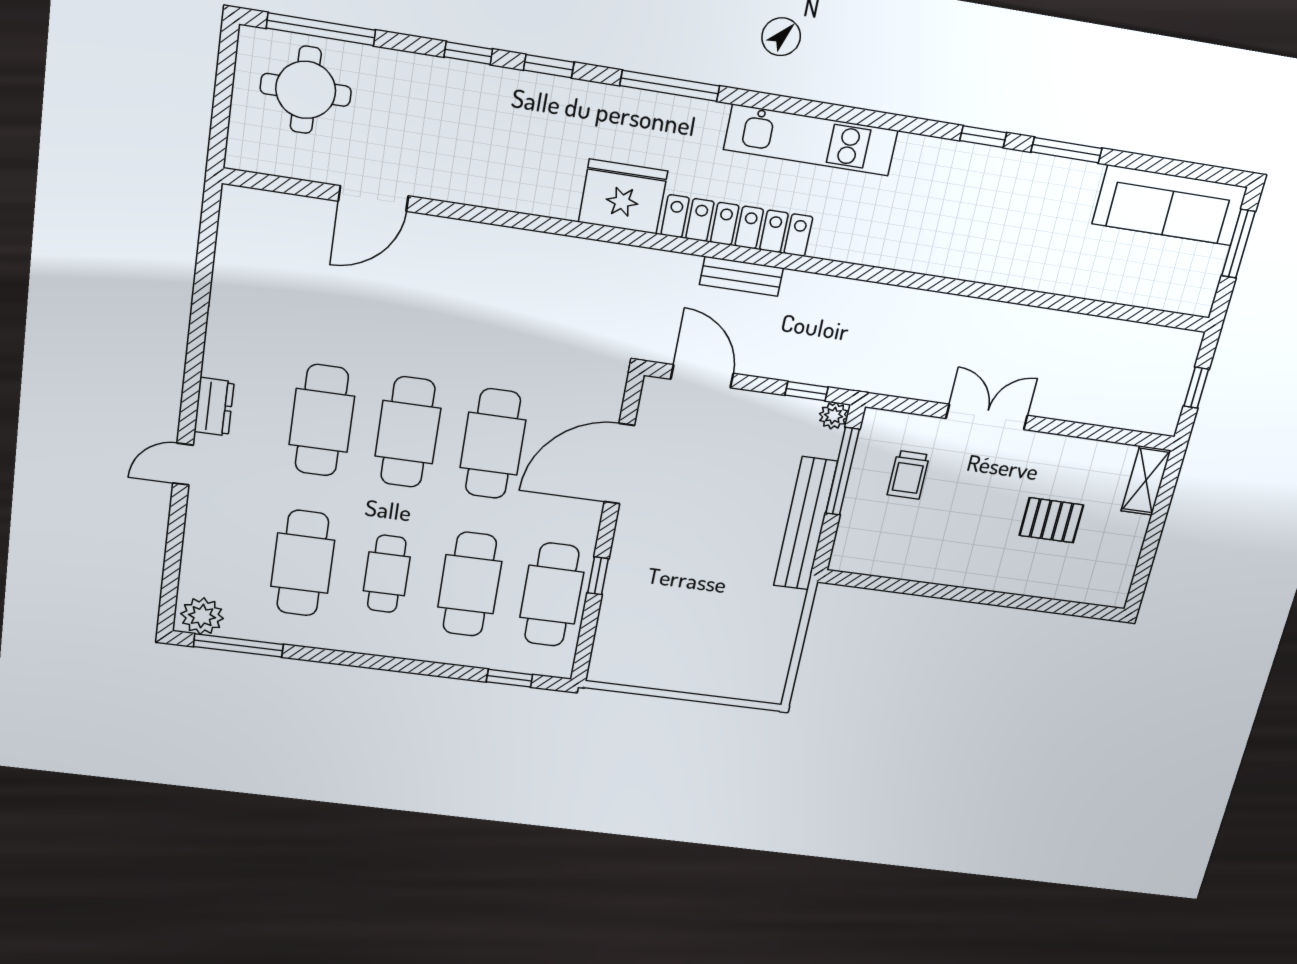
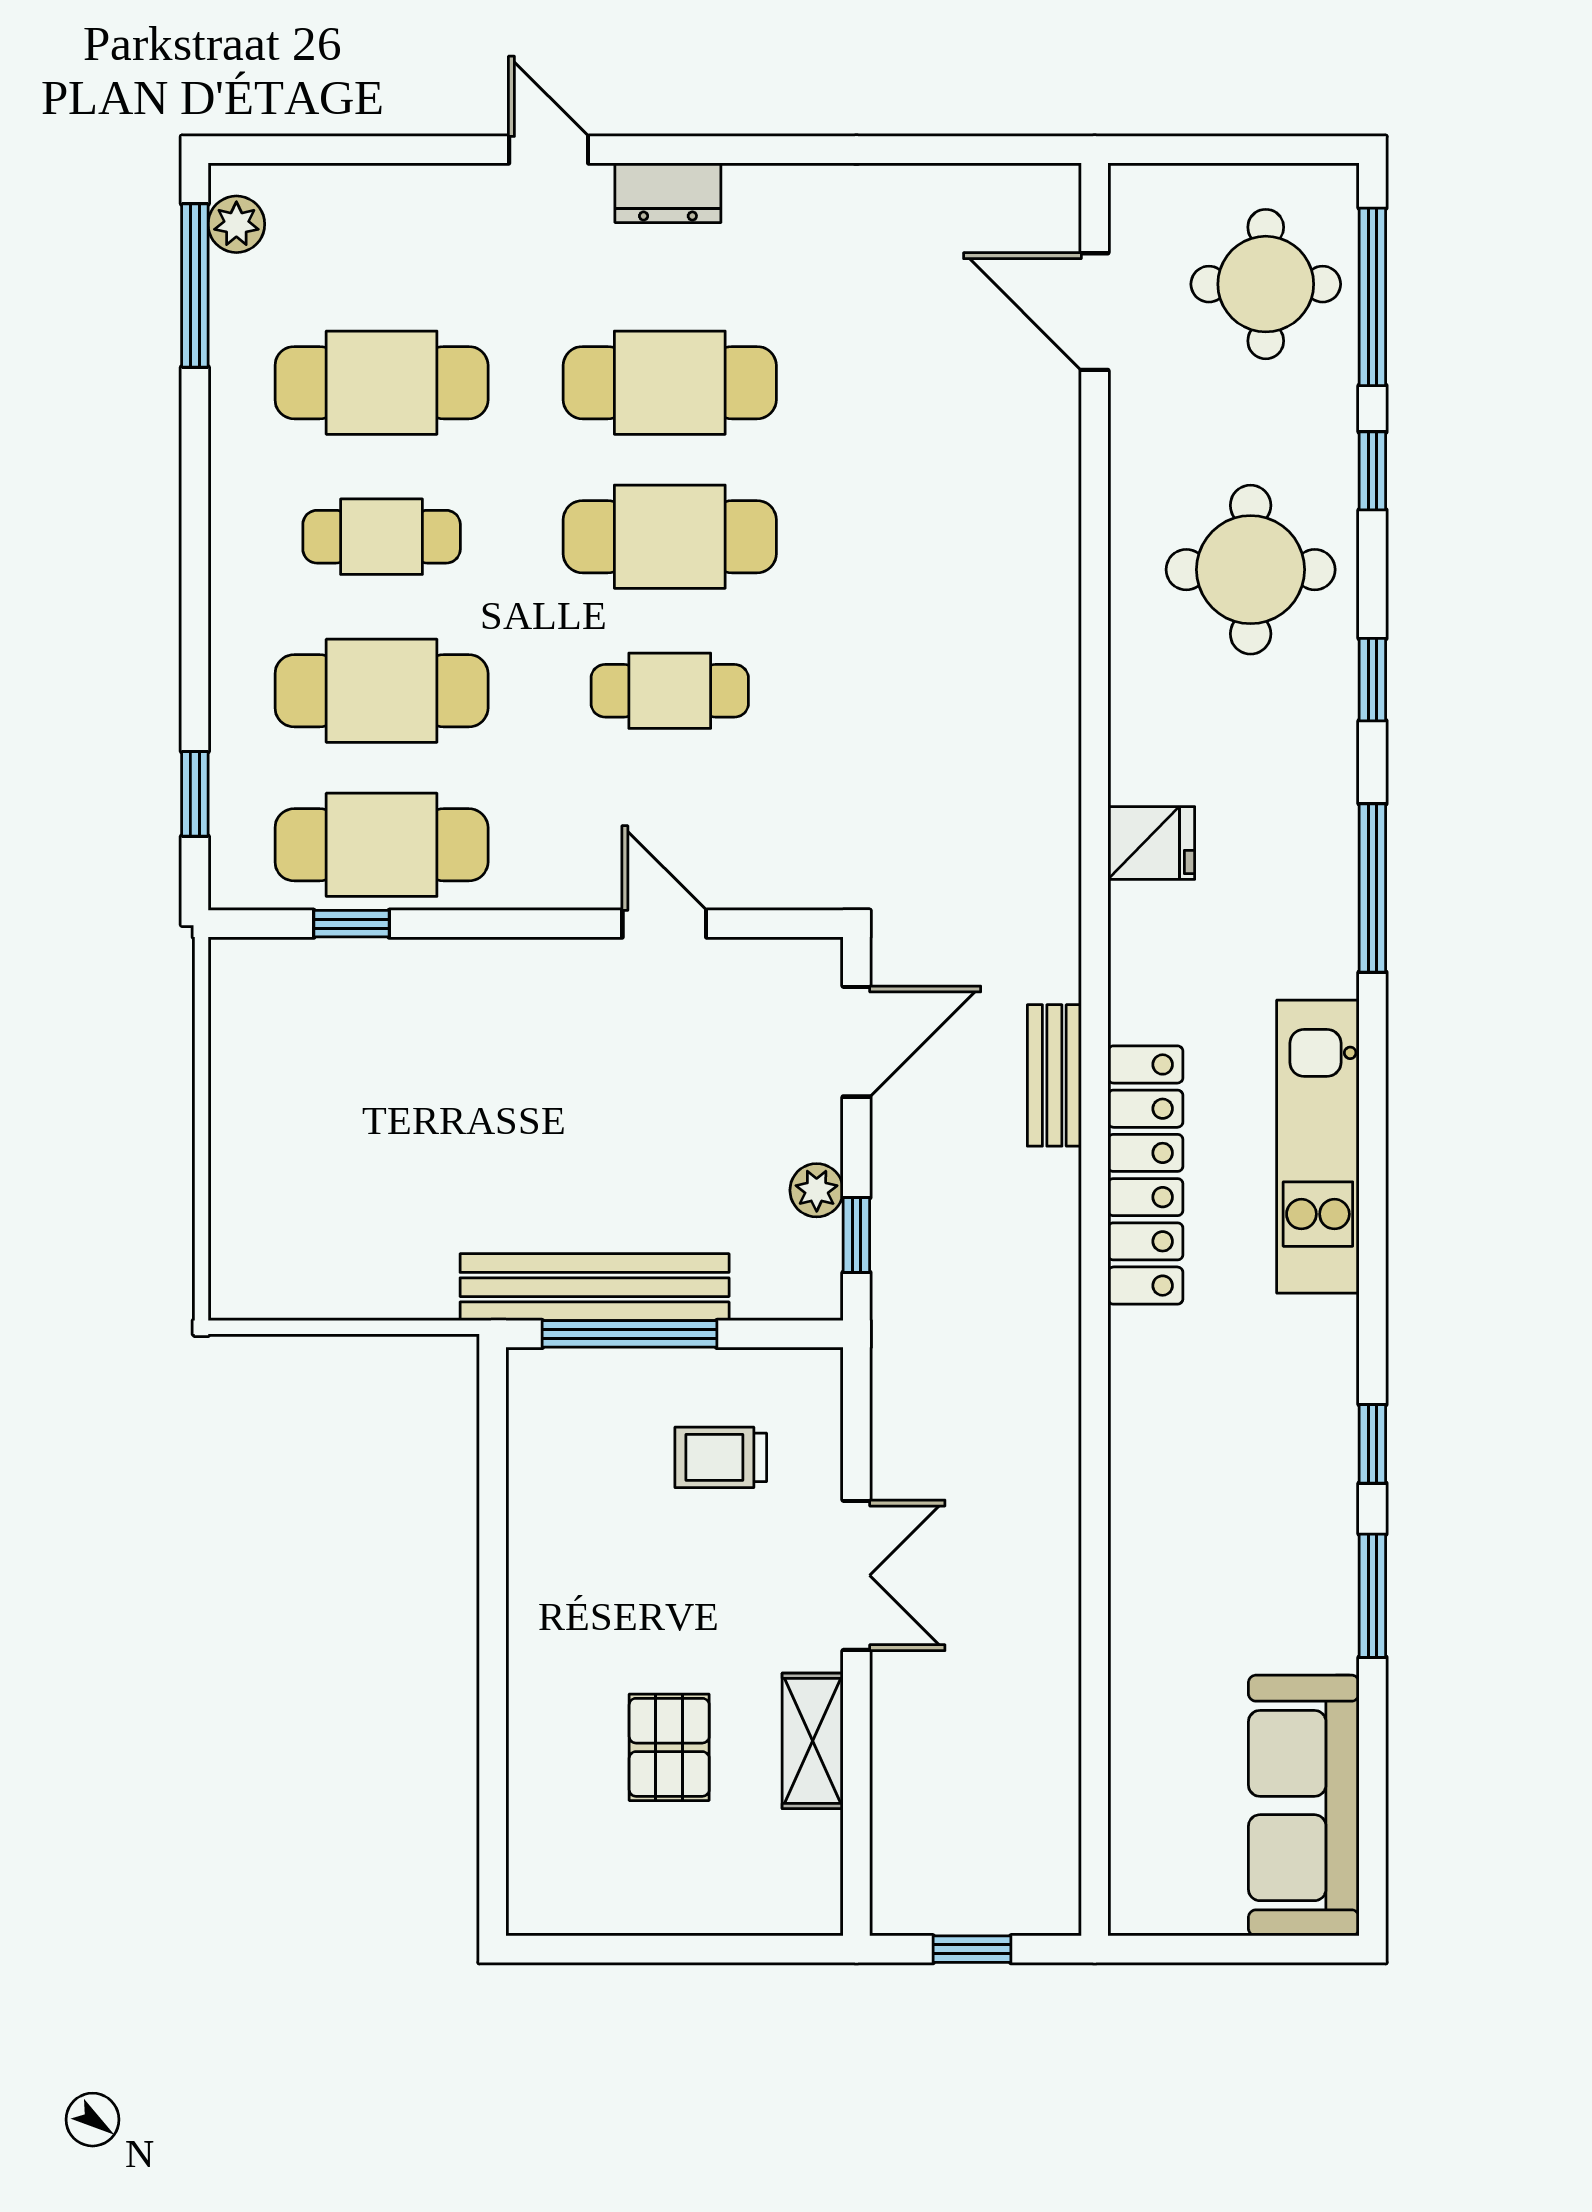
window: (468, 53) -> (1372, 471), moved
round table: (473, 125) -> (1251, 570), added
fridge: (623, 197) -> (1151, 843), width x0.53, depth x0.75
door: (373, 199) -> (1095, 312), moved
locker: (737, 226) -> (1145, 1175), moved
window: (1238, 244) -> (1254, 1949), removed
plant: (834, 416) -> (817, 1190), moved
cafe table: (493, 444) -> (670, 691), width x0.73, depth x0.74
door: (619, 464) -> (664, 924), width x0.53
window: (842, 471) -> (630, 1334), moved
shelving: (1146, 481) -> (813, 1741), moved, turned 90
window: (598, 576) -> (351, 924), moved
plant: (202, 616) -> (236, 224), width x0.73, depth x0.73

